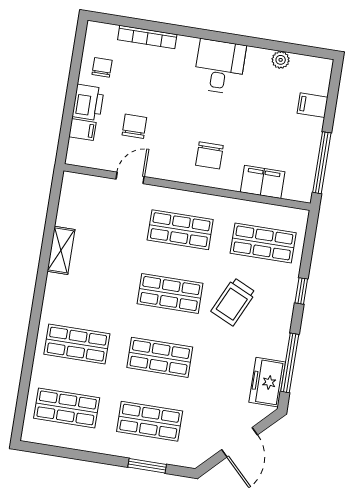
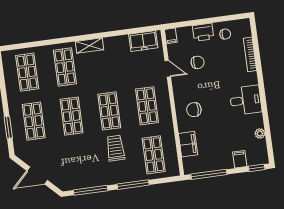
window: (335, 82) -> (257, 168), added
filing cabinet: (82, 130) -> (171, 36), moved
shelving: (61, 250) -> (89, 46), moved
window: (301, 291) -> (133, 185), width x2.17
trolley: (233, 302) -> (115, 148), turned 65
freezer: (267, 382) -> (143, 41), moved, turned 180

